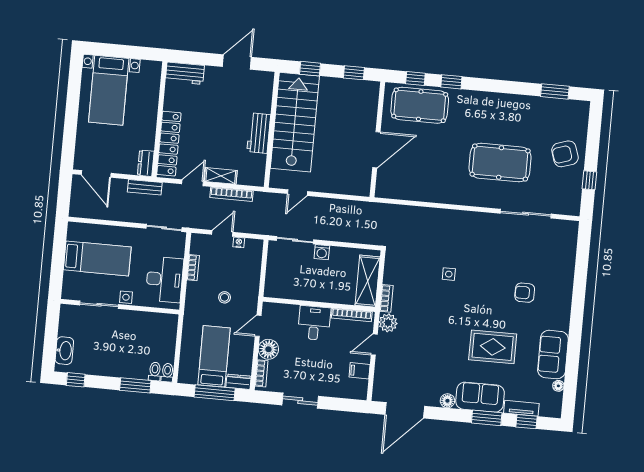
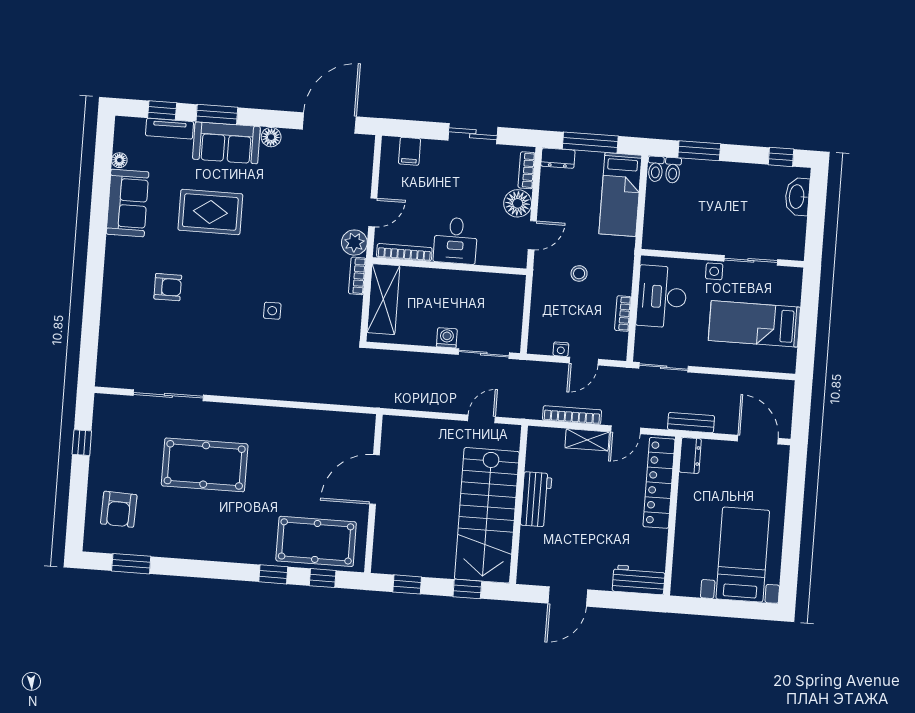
armchair: (565, 154) -> (119, 509), moved, turned 110
bed: (214, 356) -> (620, 195), moved
filing cabinet: (360, 371) -> (410, 151), moved, turned 90

